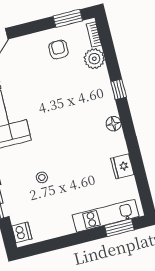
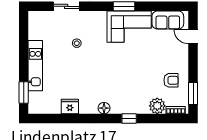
kitchen unit: (106, 216) -> (35, 66), moved
dishwasher: (22, 232) -> (39, 17), removed

